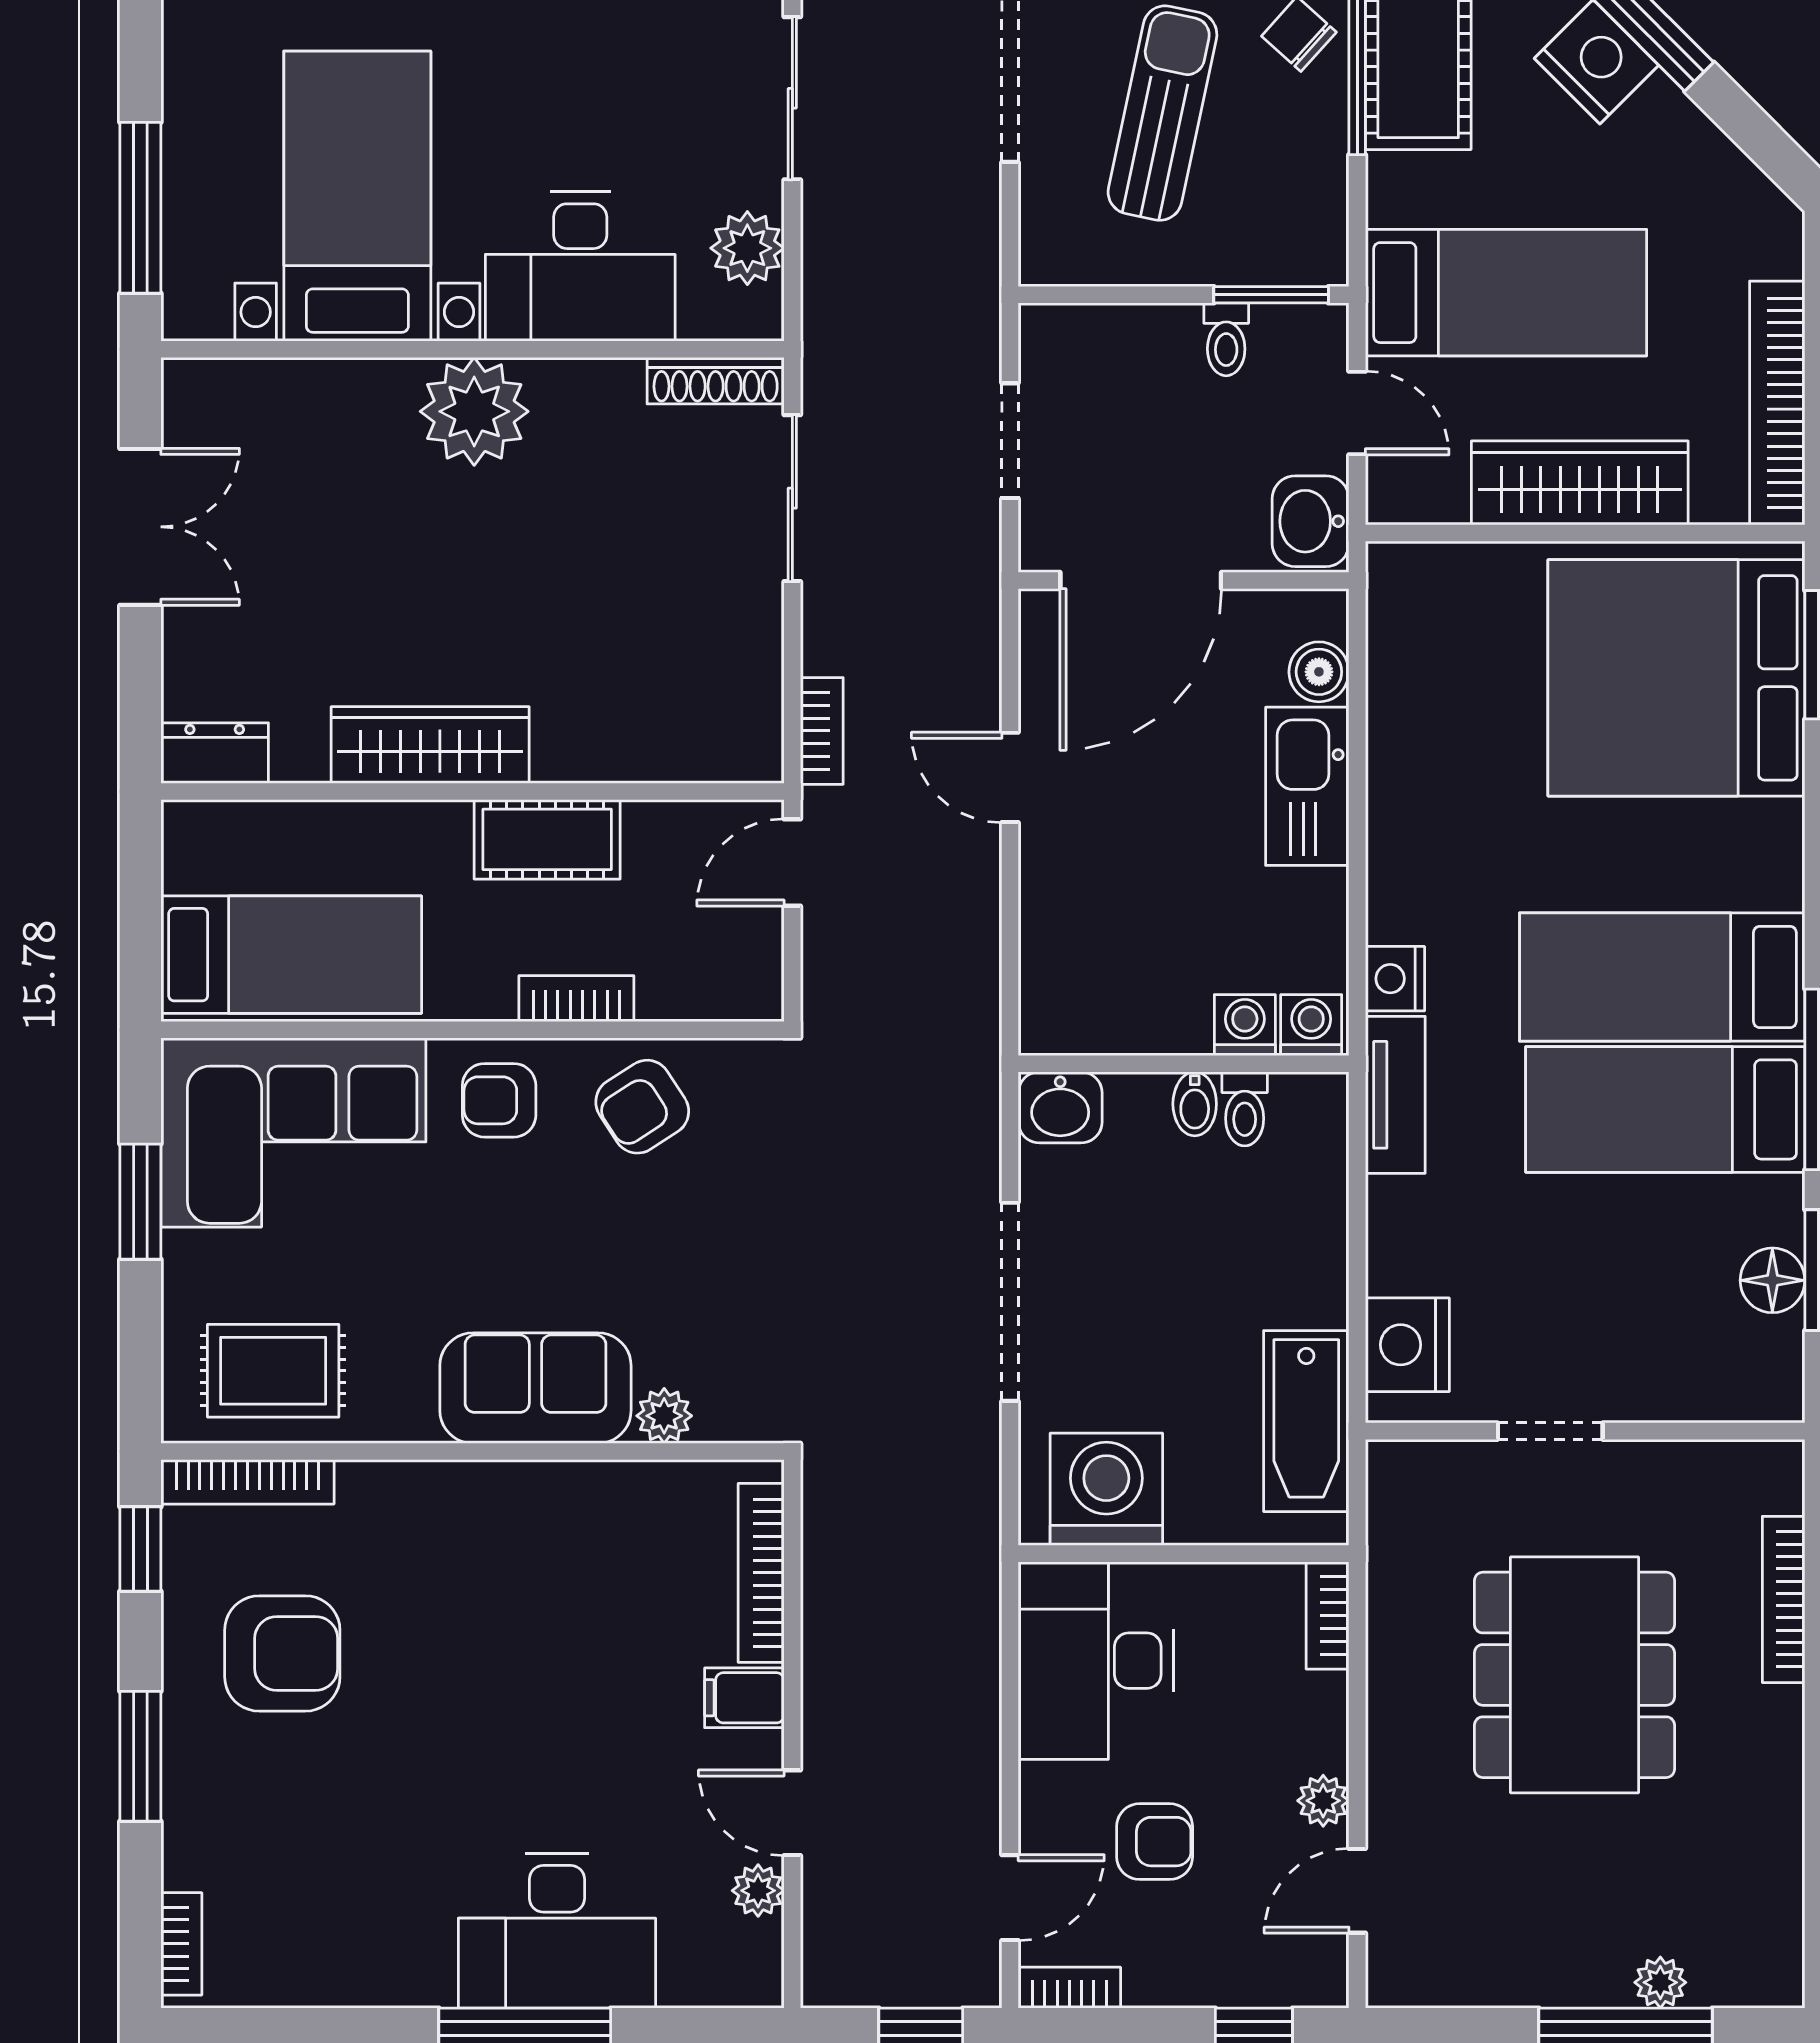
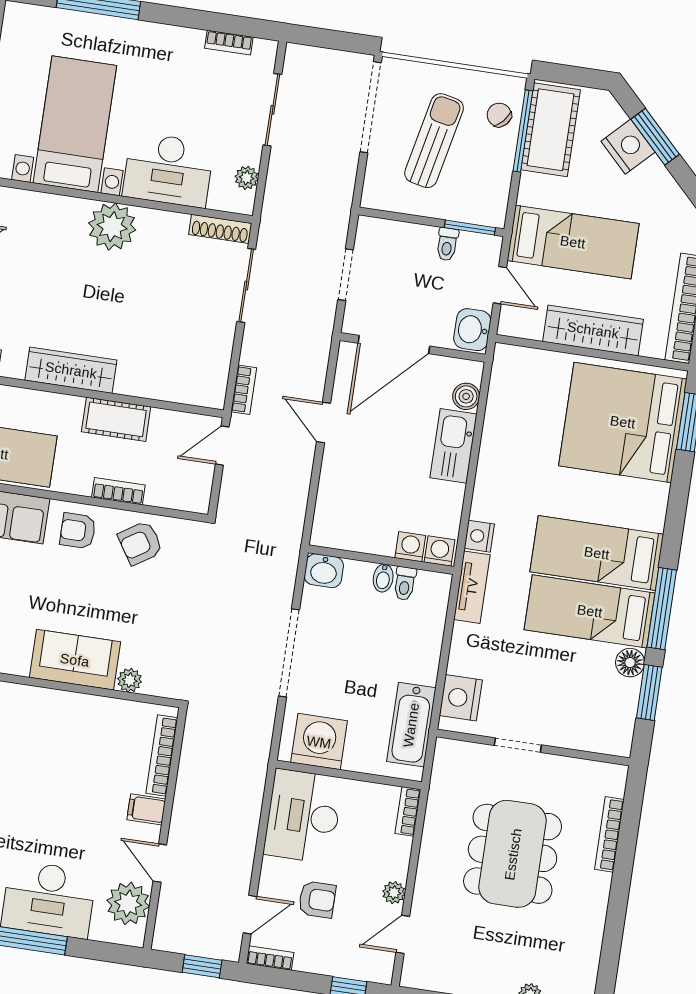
plant: (747, 248) -> (247, 178), width x0.73, depth x0.73
floor lamp: (1772, 1280) -> (630, 663), moved
plant: (758, 1891) -> (128, 903), width x1.87, depth x1.87

